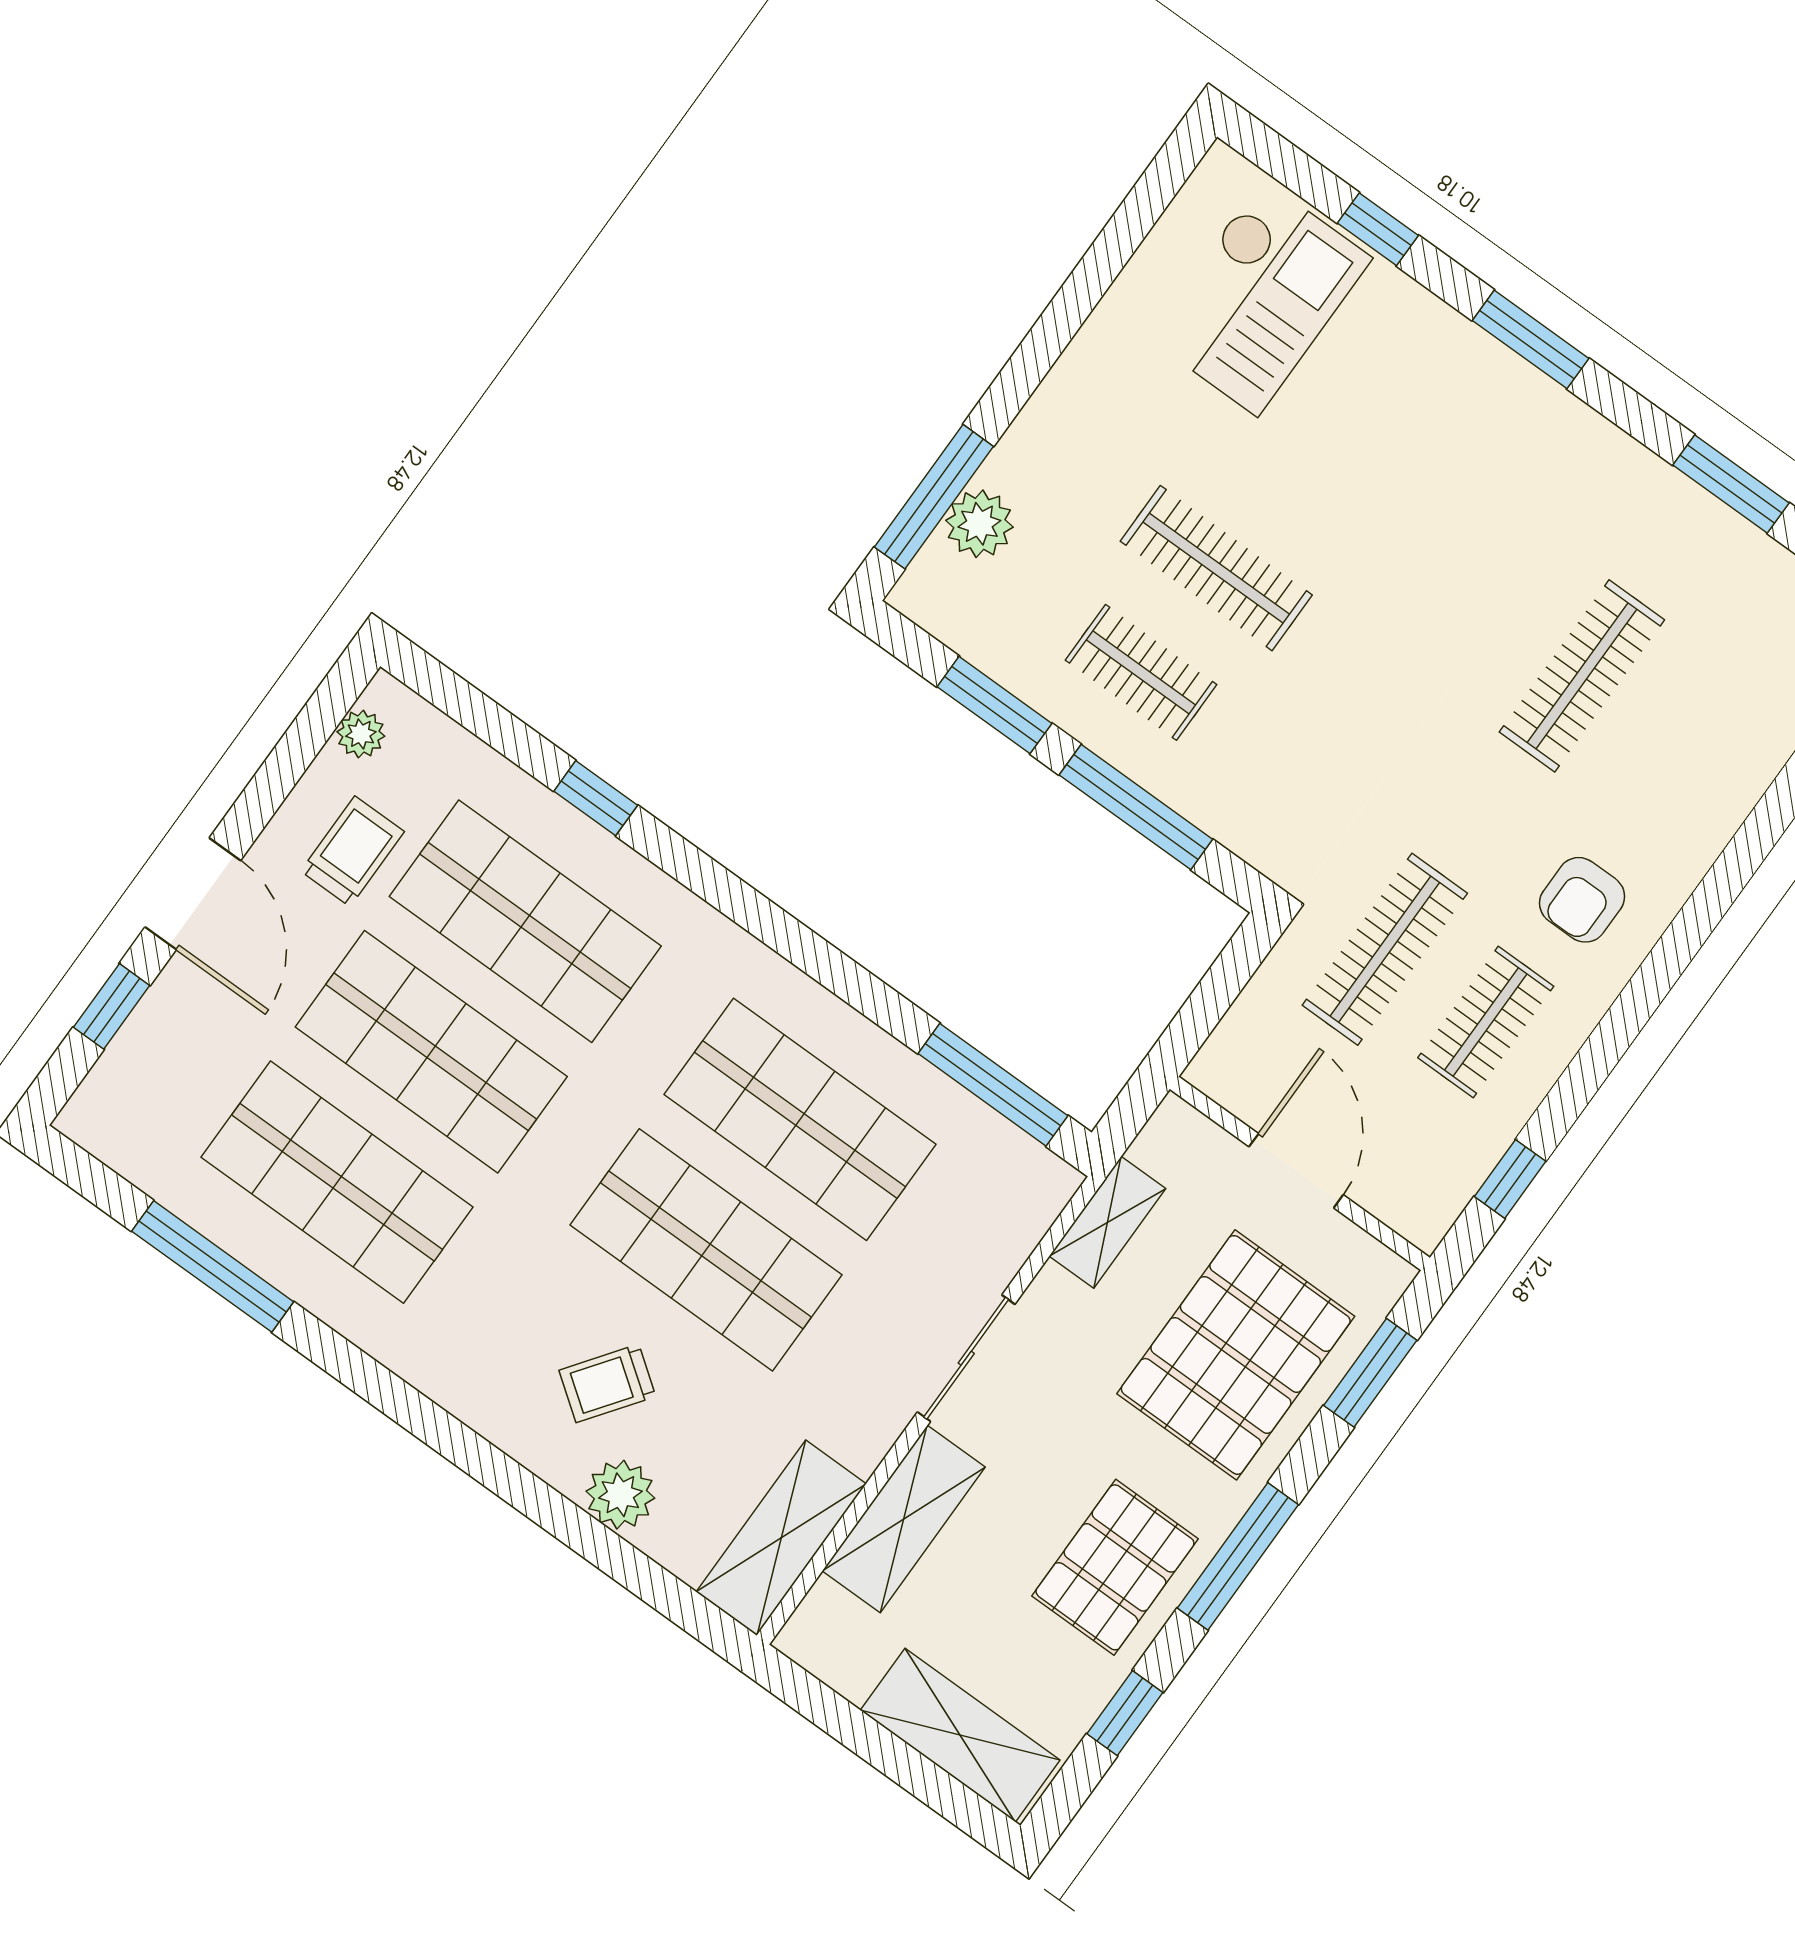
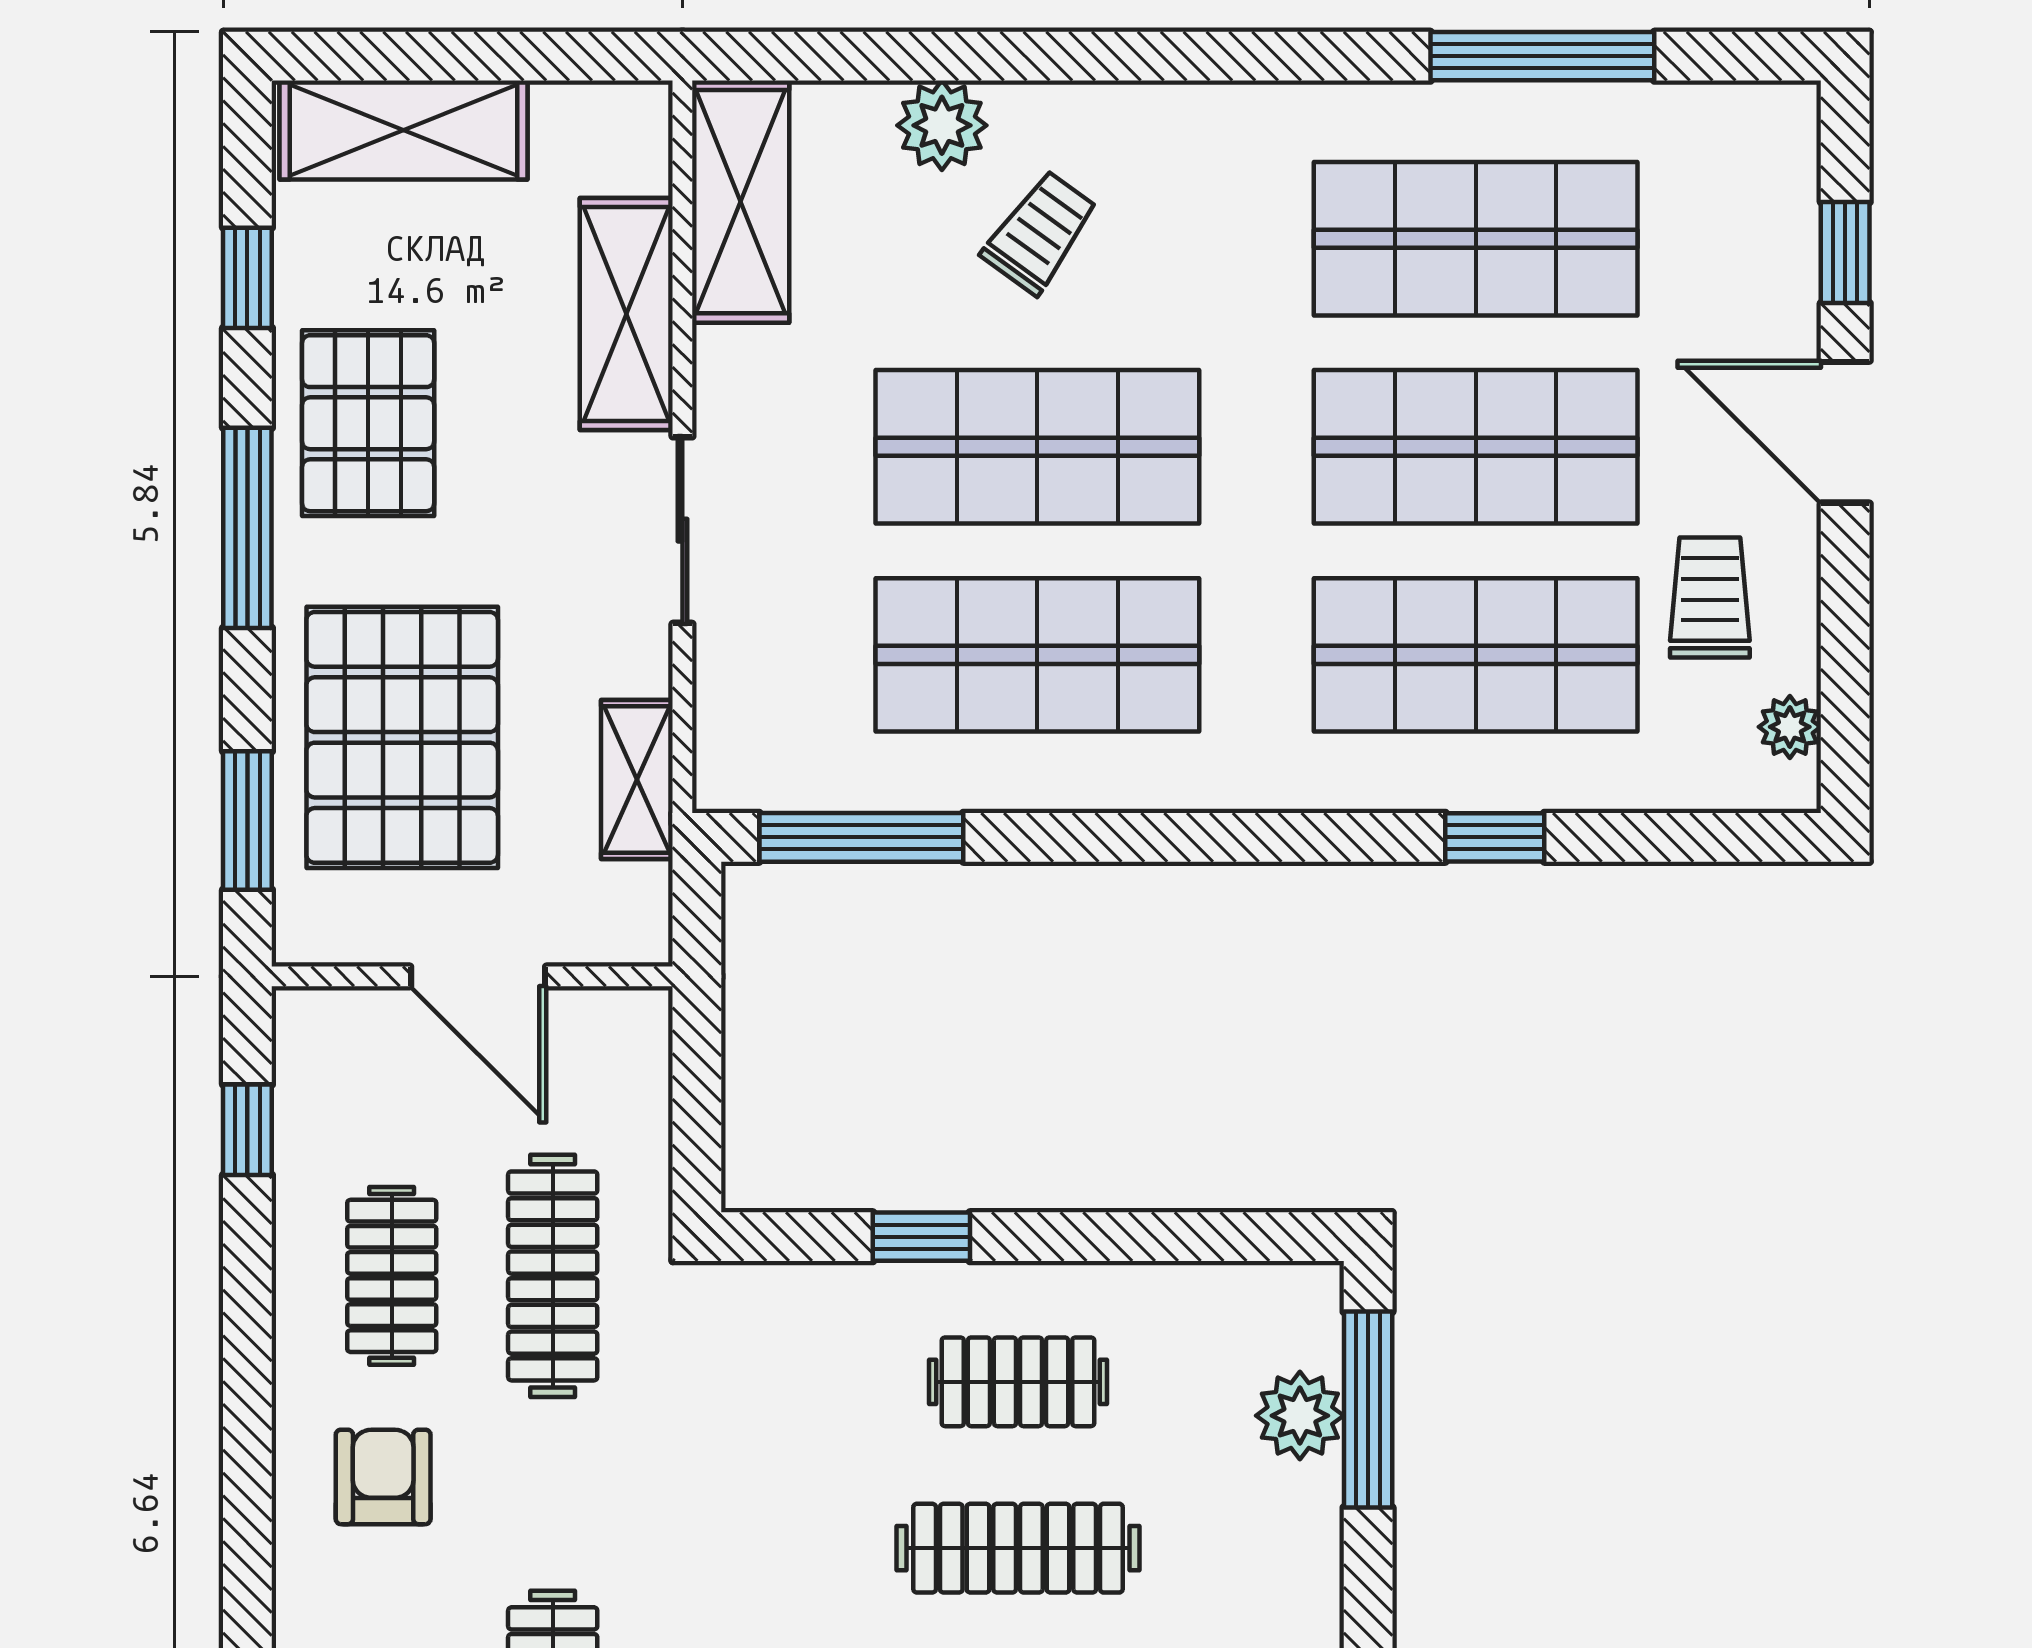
window: (995, 705) -> (1147, 1237), removed
window: (1136, 807) -> (921, 1237), width x0.46
trolley: (352, 851) -> (1710, 598), turned 180

